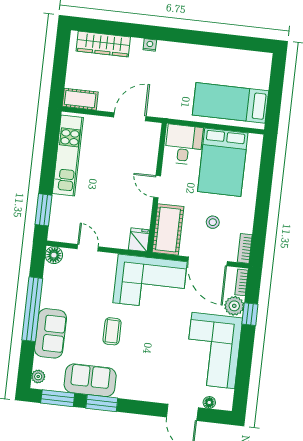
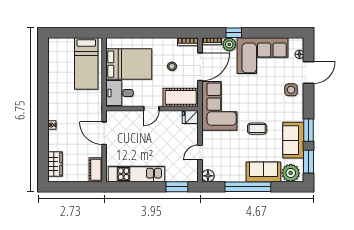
wardrobe: (103, 44) -> (55, 164), width x0.67
plant: (38, 376) -> (291, 173), width x1.88, depth x1.88
side table: (161, 385) -> (291, 90), added

